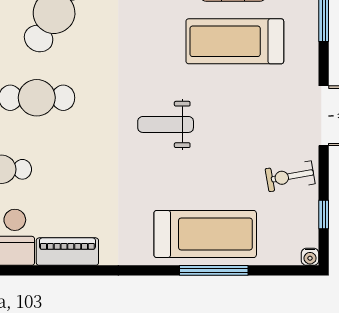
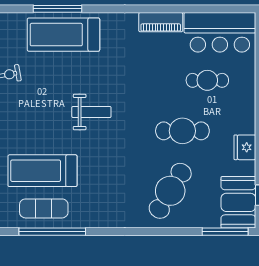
treadmill: (235, 41) -> (42, 171), turned 180

